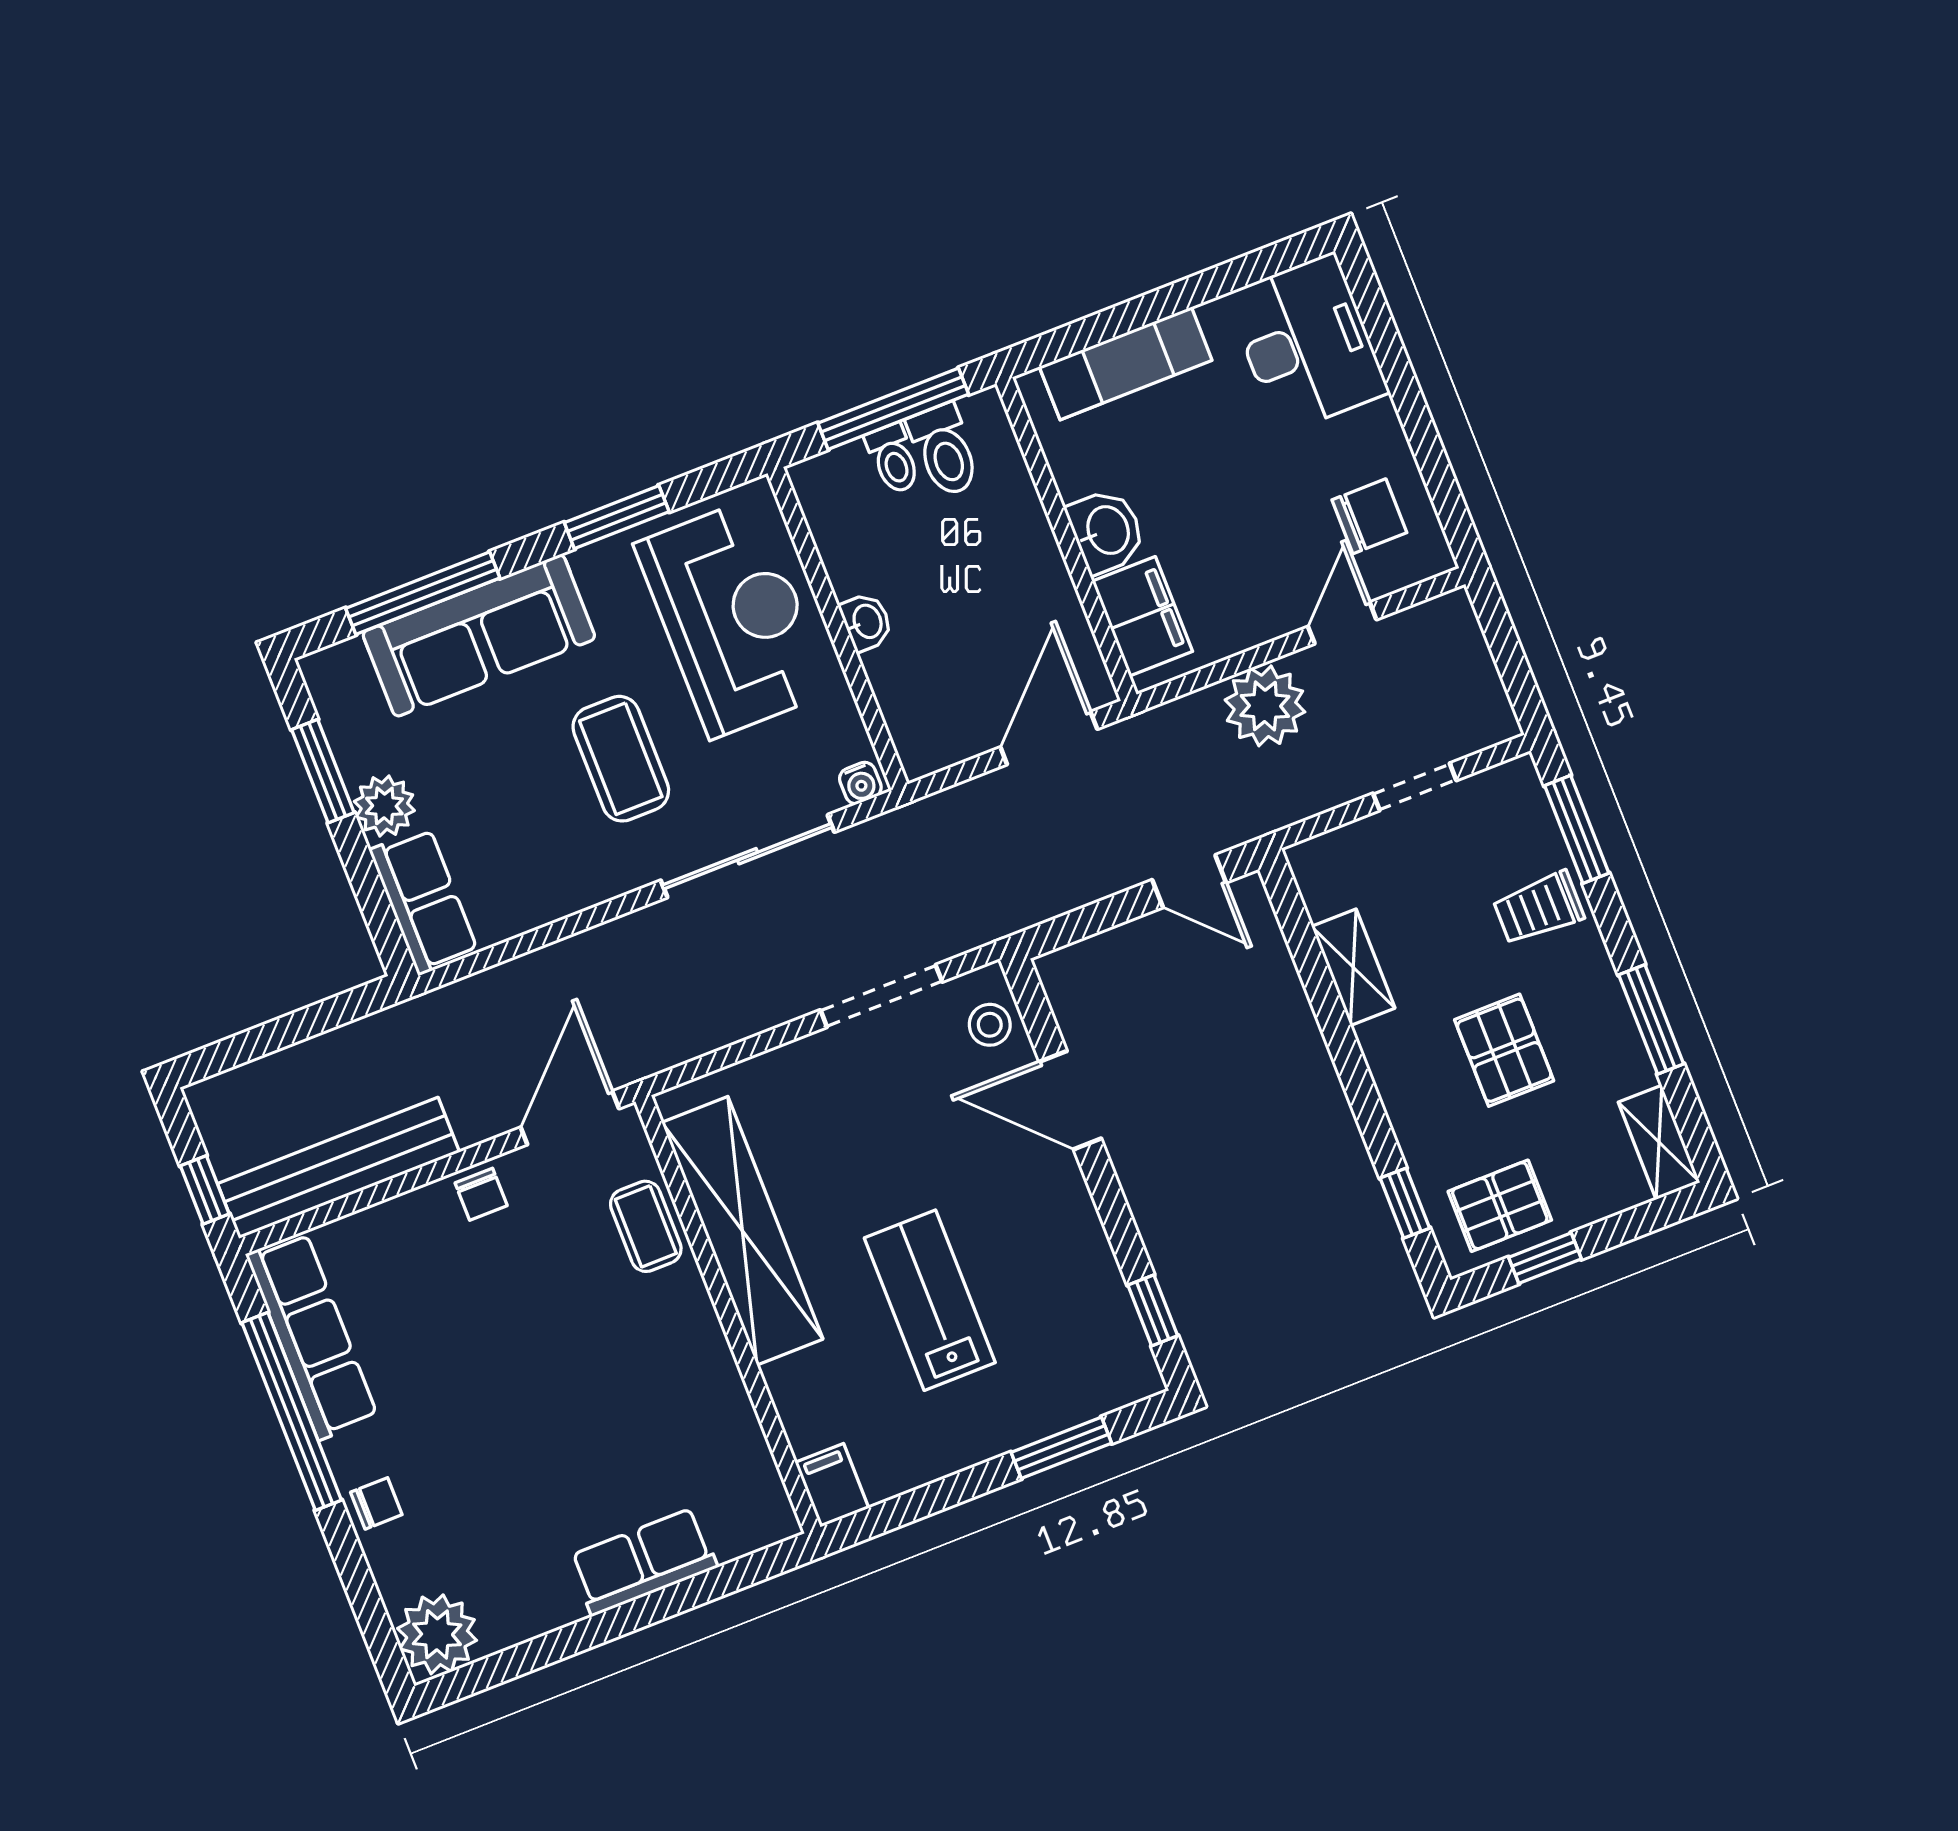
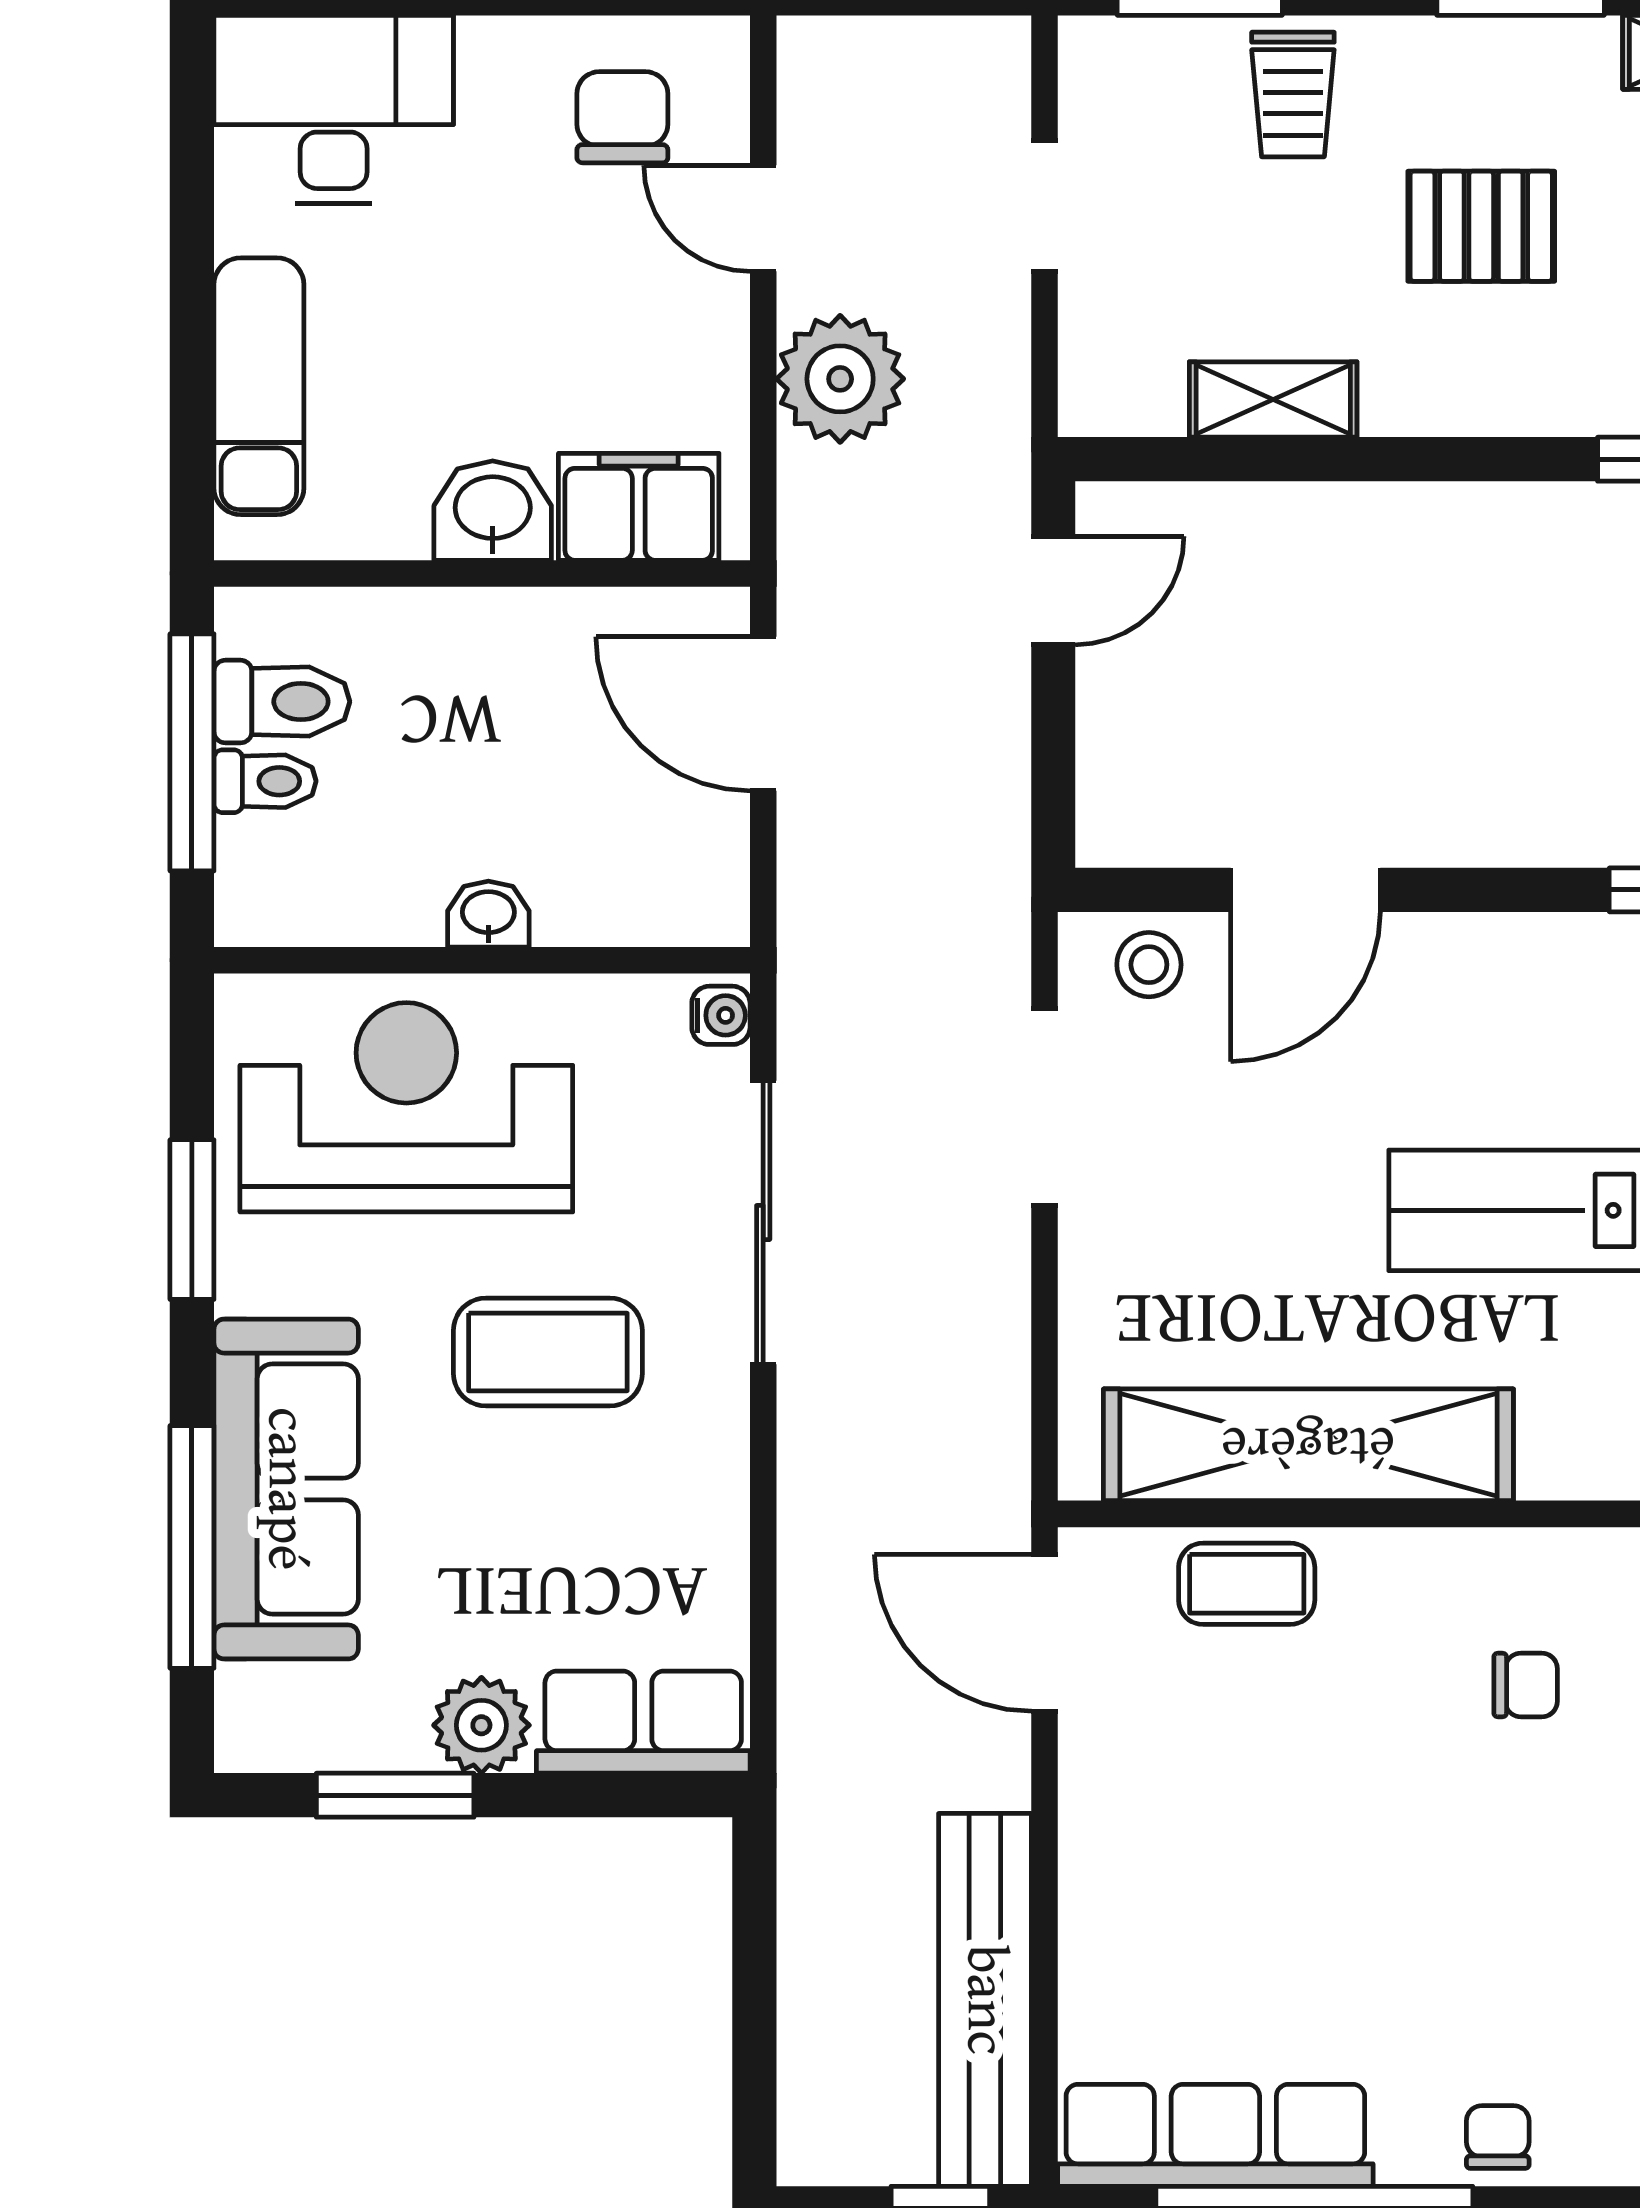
chair: (481, 1194) -> (1526, 1685), moved

